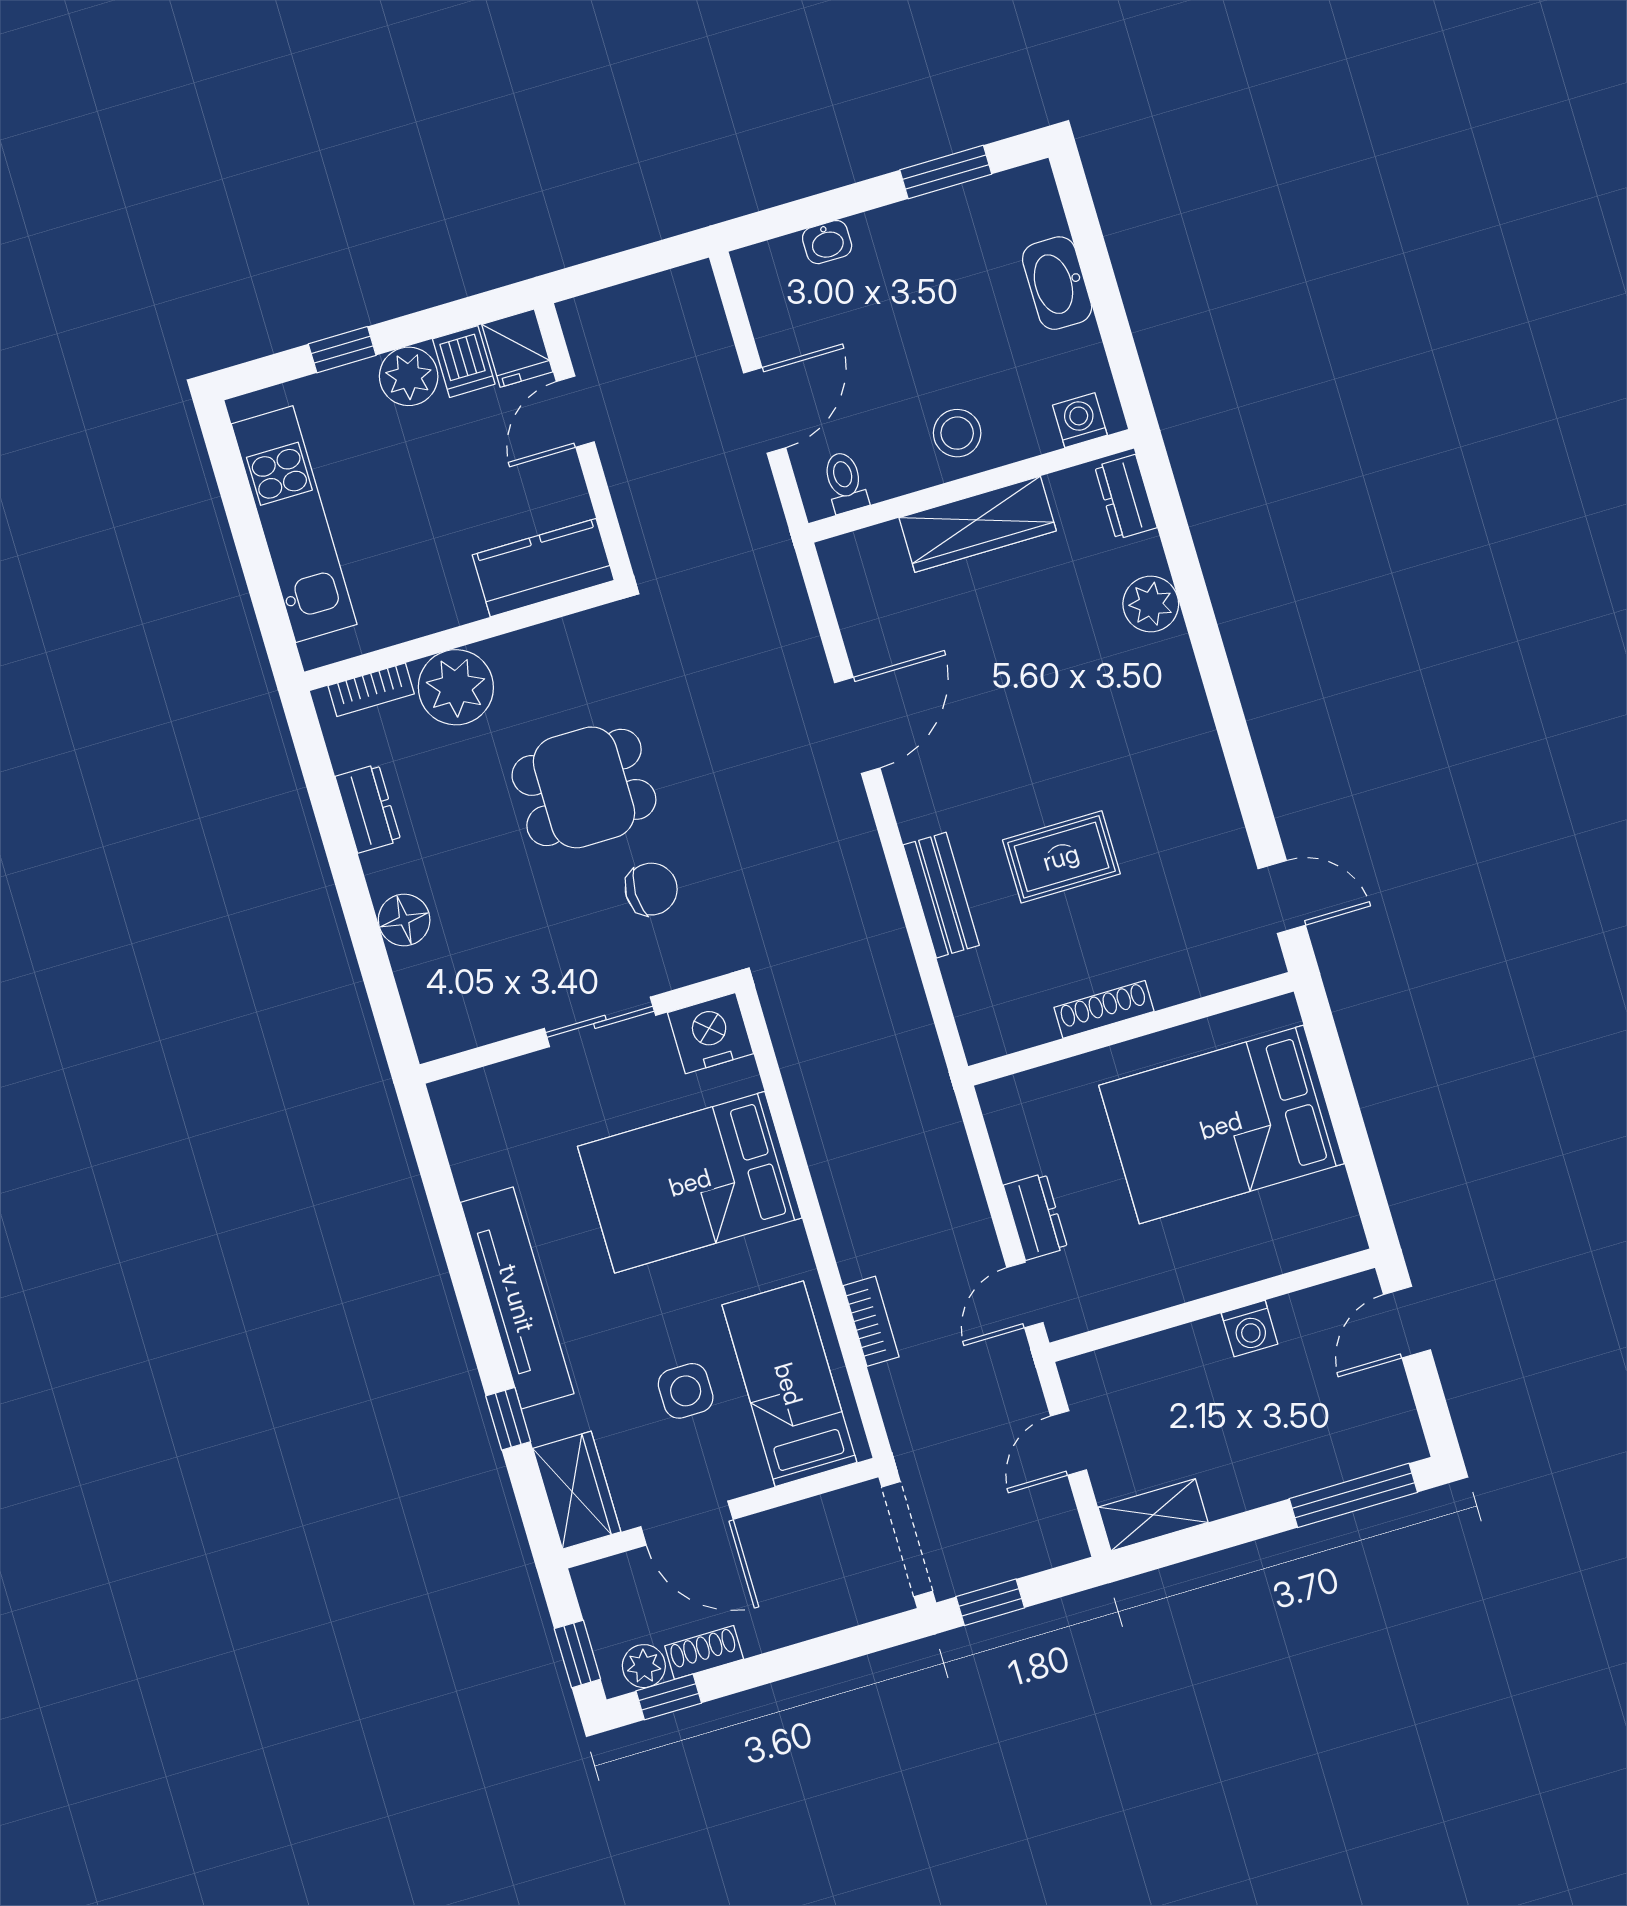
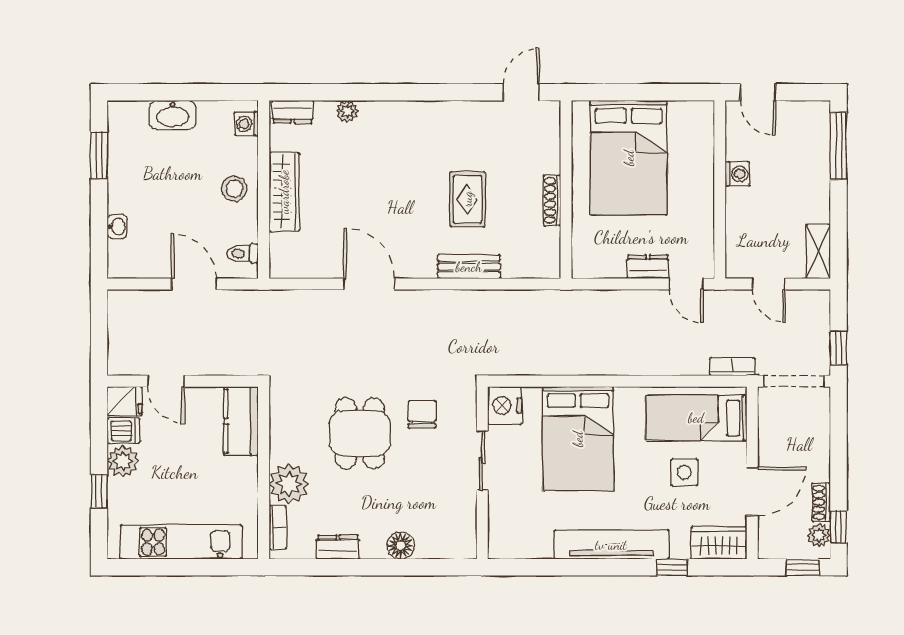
plant: (1151, 604) -> (347, 111), width x0.73, depth x0.73
bookcase: (871, 1321) -> (732, 367), moved

